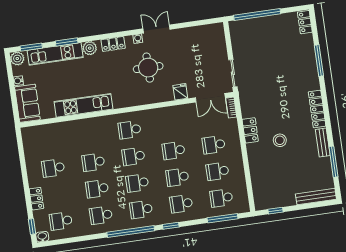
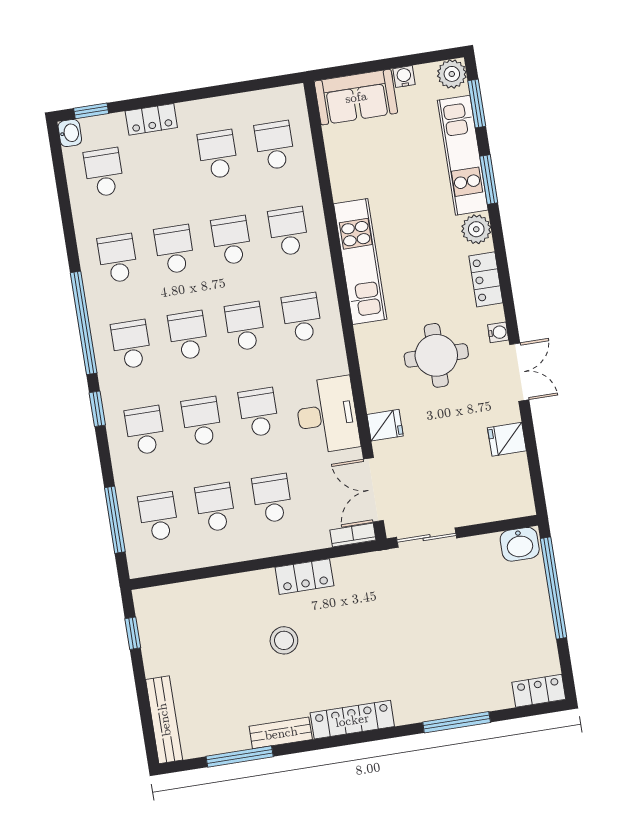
washbasin: (237, 30) -> (520, 544), added
fridge: (188, 35) -> (507, 439), added
kitchen unit: (83, 105) -> (360, 261), moved
desk: (175, 119) -> (327, 415), added
school desk: (89, 136) -> (288, 231), added
school desk: (49, 141) -> (275, 145), added

